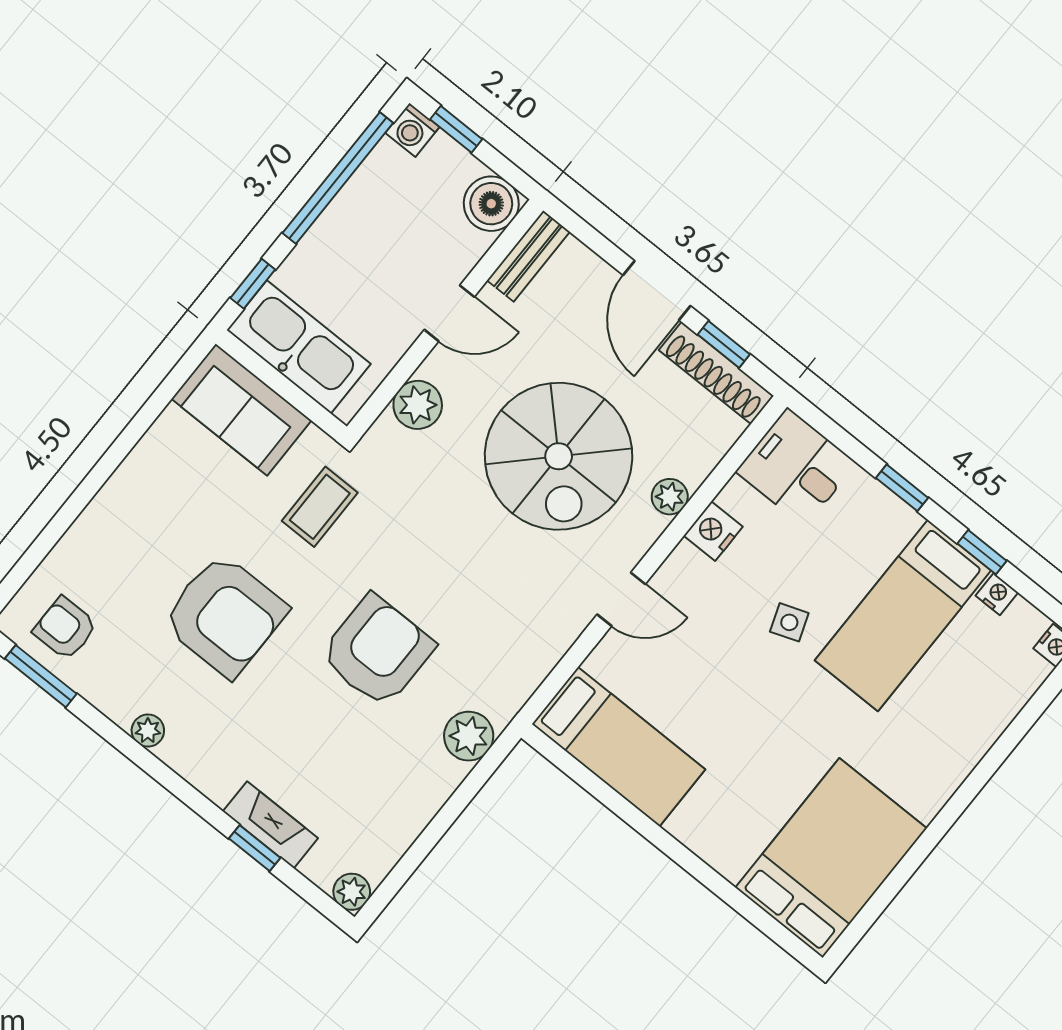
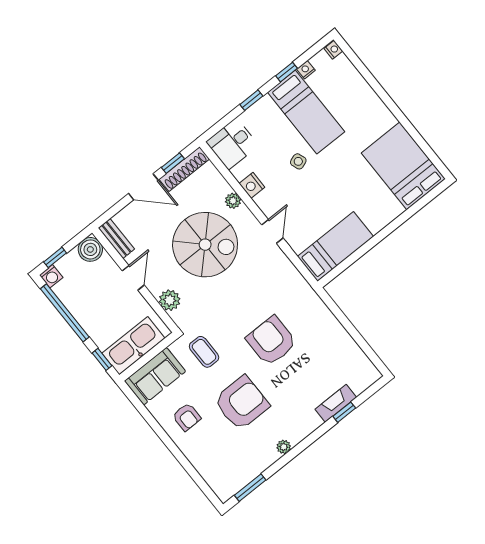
armchair: (65, 628) -> (187, 417), moved, turned -90
plant: (469, 736) -> (317, 310), removed
plant: (352, 892) -> (372, 375), removed

